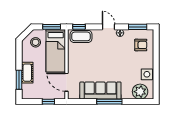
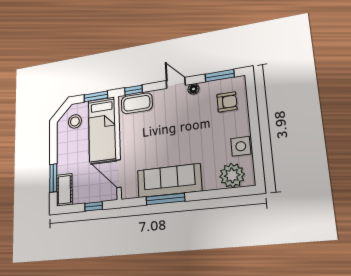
cot: (27, 73) -> (64, 190), moved
window: (109, 102) -> (165, 199), moved

